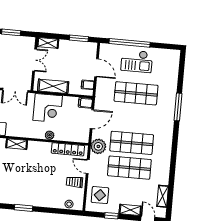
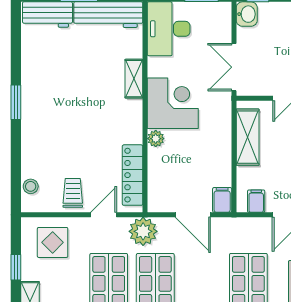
corner desk: (48, 108) -> (173, 103), moved, turned 180

